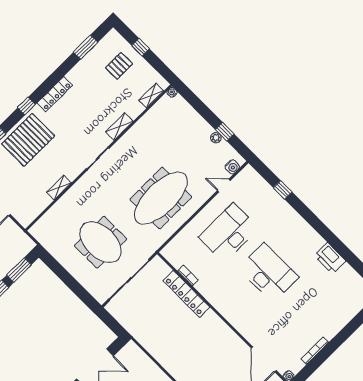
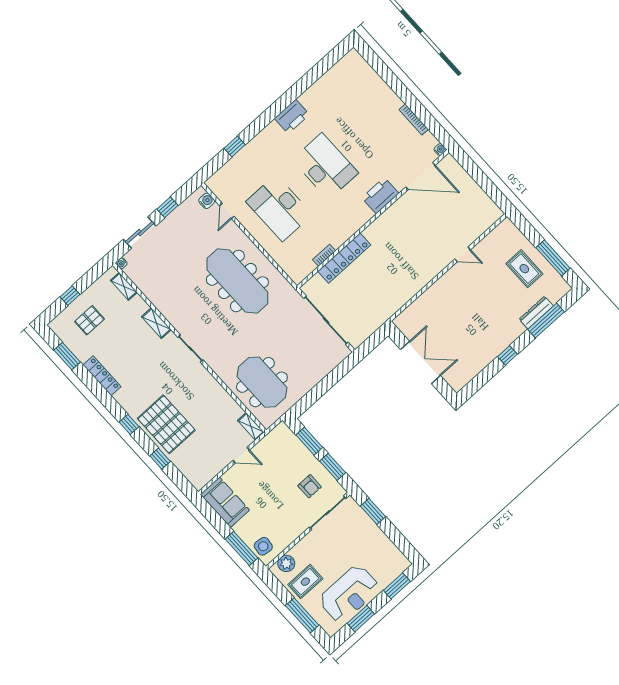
pallet: (119, 66) -> (89, 320), turned 90
locker: (55, 94) -> (102, 376), moved
sliding door: (201, 107) -> (140, 233), added
plant: (216, 138) -> (174, 217), removed
shelving: (59, 188) -> (251, 426), moved
meeting table: (101, 242) -> (262, 382), moved, turned 90
printer: (330, 258) -> (292, 116), moved
desk: (269, 273) -> (325, 166), turned 90
printer: (244, 324) -> (380, 196), added

